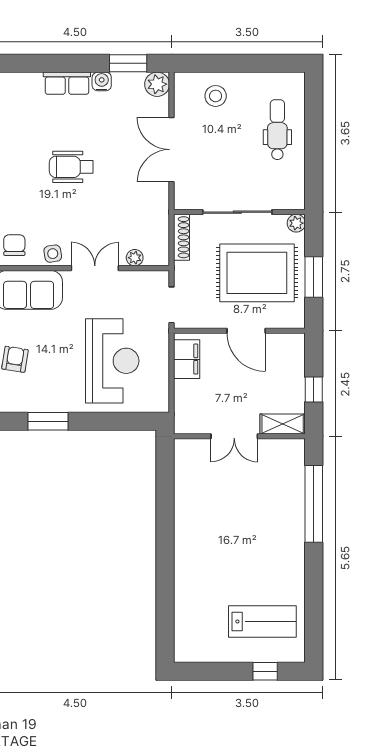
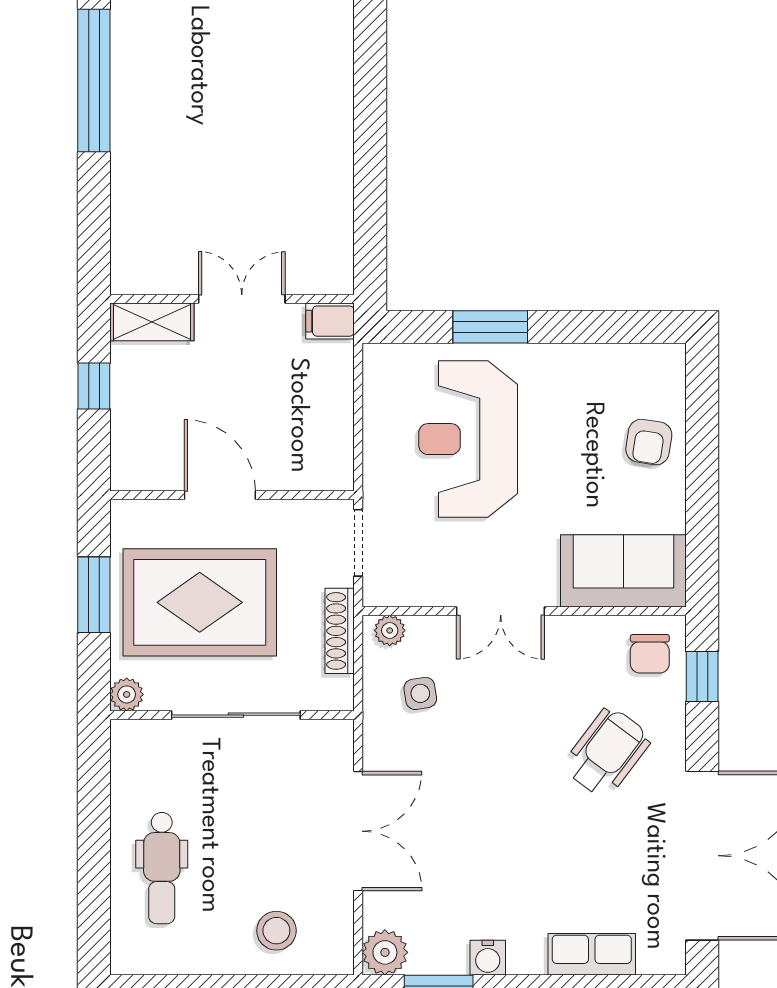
row of seats: (67, 83) -> (592, 954), moved
wheelchair: (71, 167) -> (607, 752), moved, turned -53
shoe rack: (182, 237) -> (340, 631), moved
side table: (53, 254) -> (420, 693), moved
plant: (135, 258) -> (390, 630), moved
filing cabinet: (187, 359) -> (330, 321), moved, width x0.50
window: (48, 421) -> (490, 327), moved
window: (314, 504) -> (94, 81), moved

